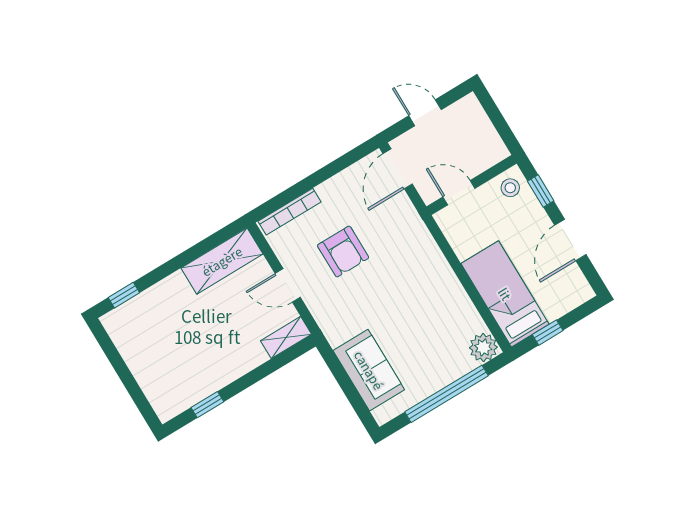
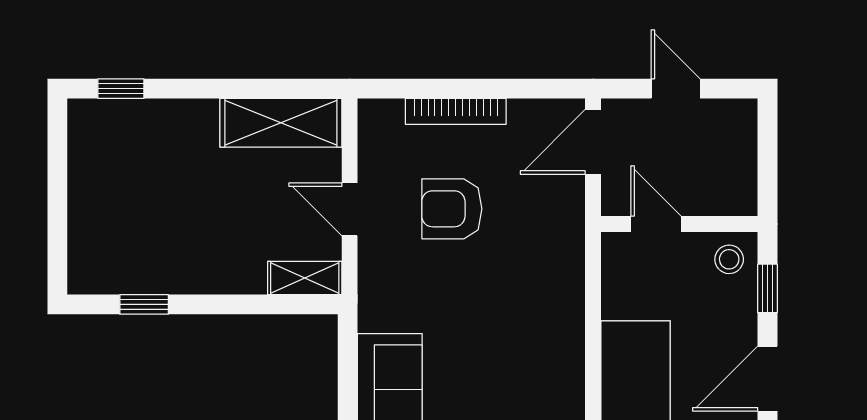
bookcase: (289, 212) -> (456, 111), moved
armchair: (343, 252) -> (452, 209), turned 90

